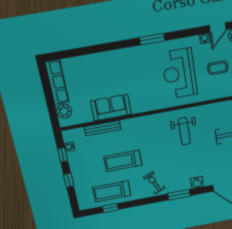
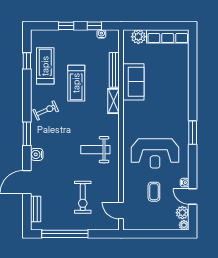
reception desk: (179, 74) -> (155, 153), turned 180
shelving: (134, 123) -> (113, 101), added
treadmill: (123, 161) -> (76, 83), turned 180

